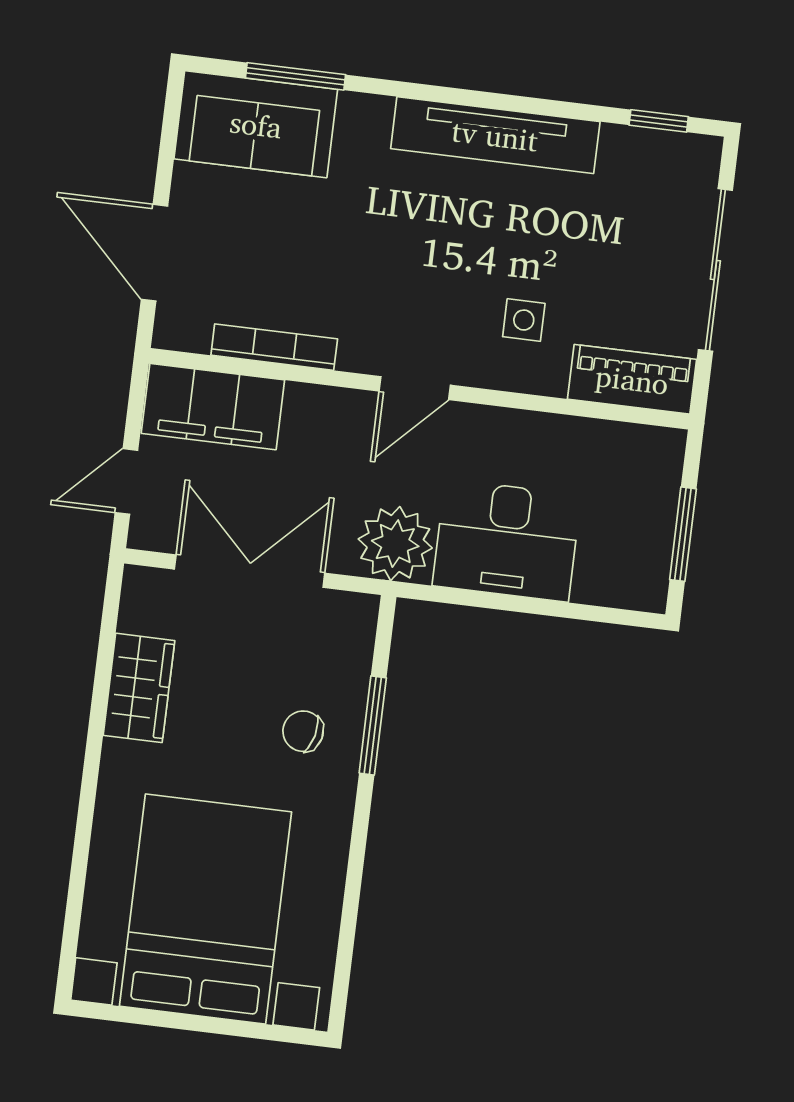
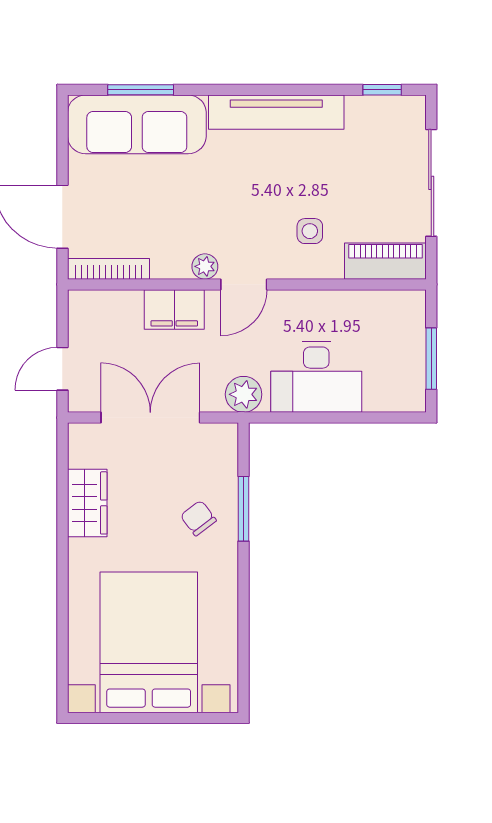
sofa: (256, 124) -> (137, 124), width x1.36
bookcase: (274, 347) -> (108, 269), moved
plant: (359, 354) -> (205, 266), added
filing cabinet: (213, 407) -> (174, 309), moved, width x0.67, depth x0.86
plant: (395, 544) -> (244, 394), width x0.73, depth x0.73
chair: (303, 731) -> (198, 518), turned 39

